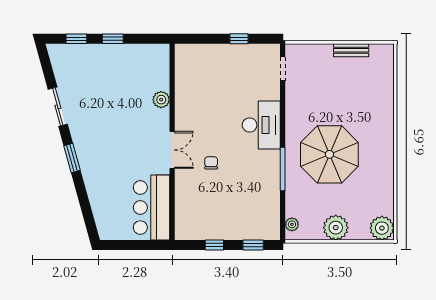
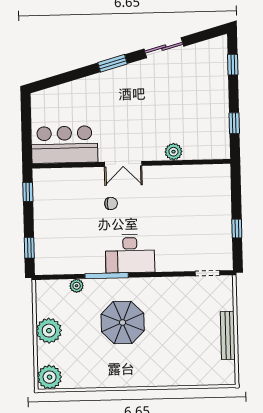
window: (113, 39) -> (234, 123), moved
bench: (351, 50) -> (228, 335), width x1.36
desk: (261, 125) -> (130, 254), moved
parasol: (329, 154) -> (123, 322), width x0.73, depth x0.73
plant: (292, 224) -> (77, 286), moved
window: (214, 245) -> (28, 192), moved

